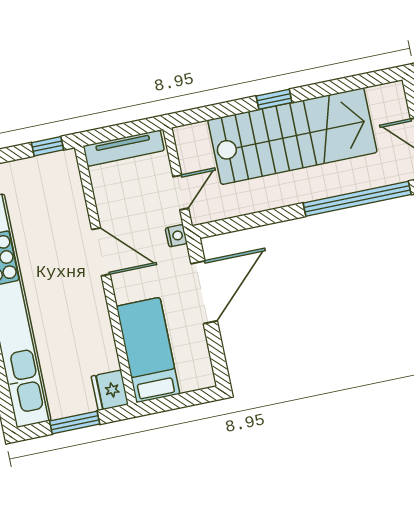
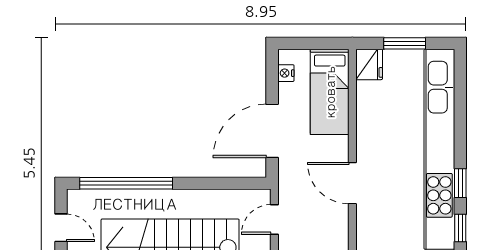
nightstand: (176, 236) -> (286, 73), moved

